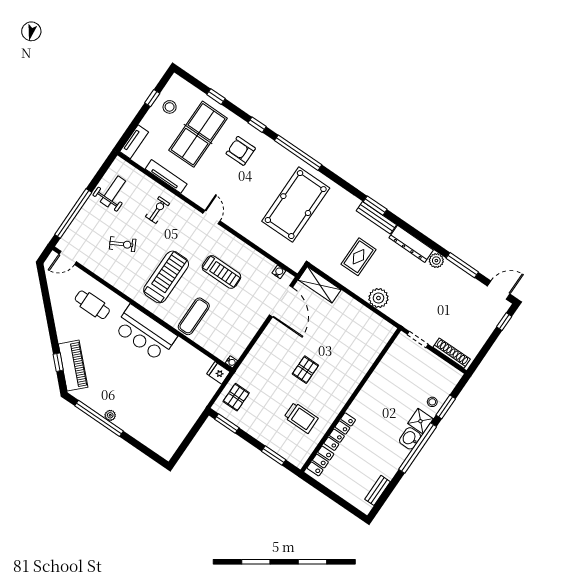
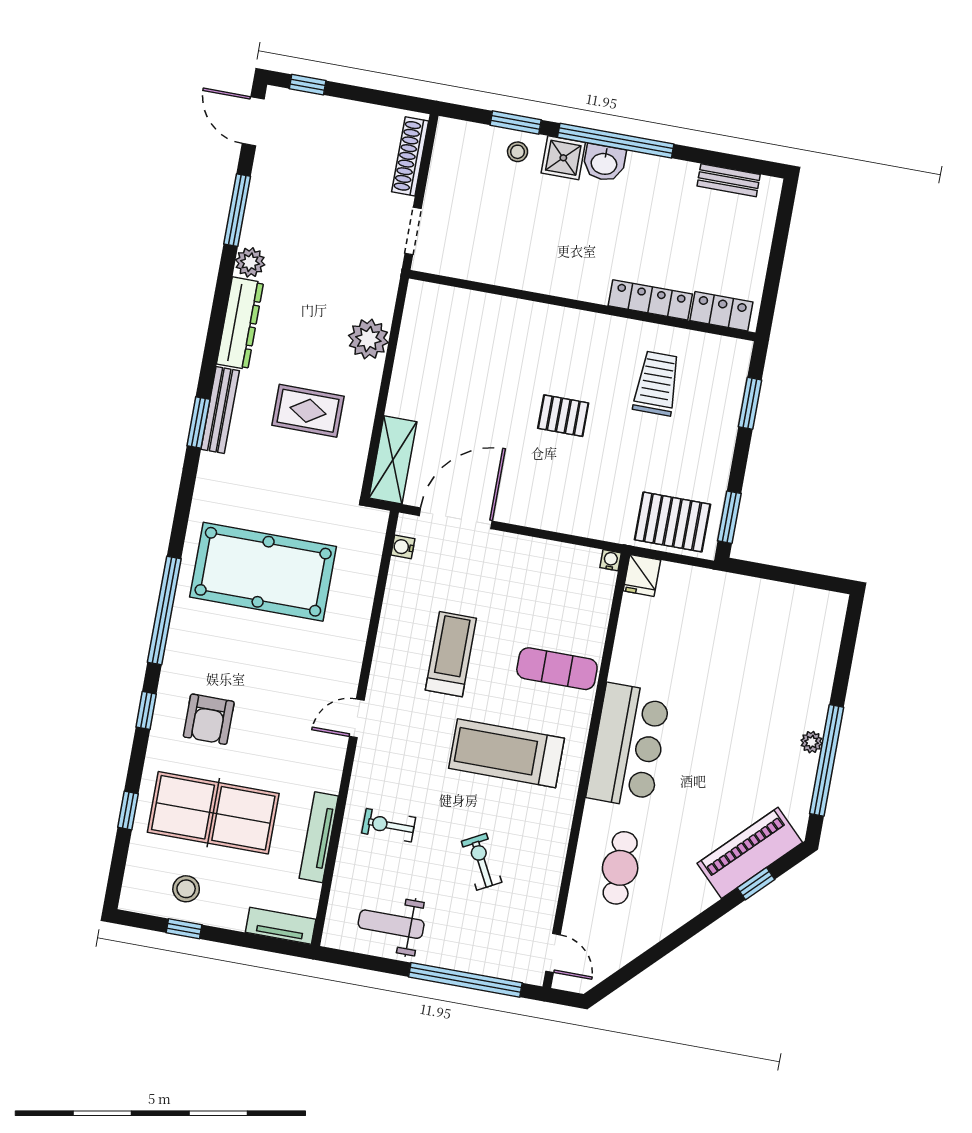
pallet: (236, 397) -> (672, 522), width x1.50, depth x1.42

